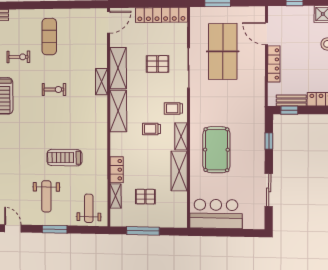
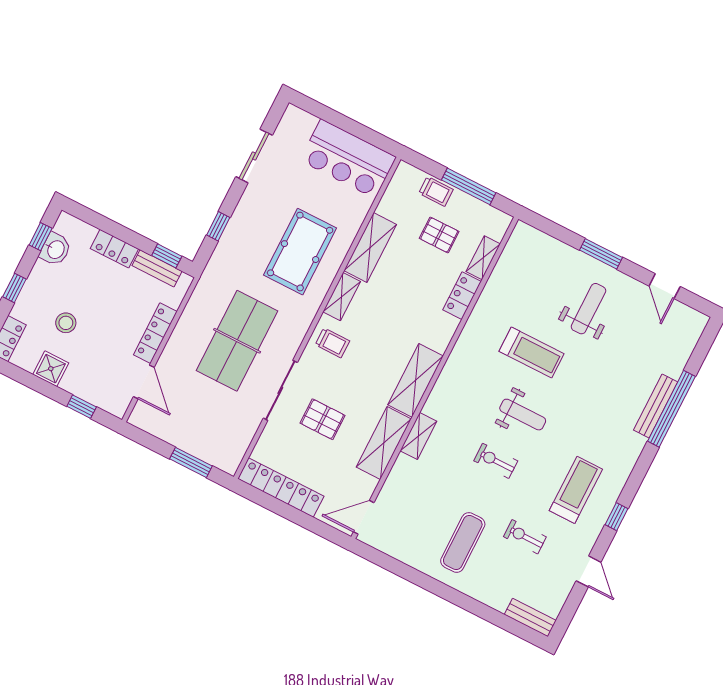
table tennis table: (223, 51) -> (237, 341), moved
trolley: (151, 129) -> (436, 191), moved
weight bench: (89, 208) -> (523, 415), moved, turned -90

